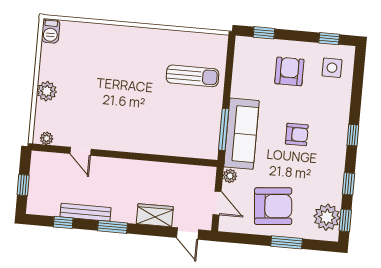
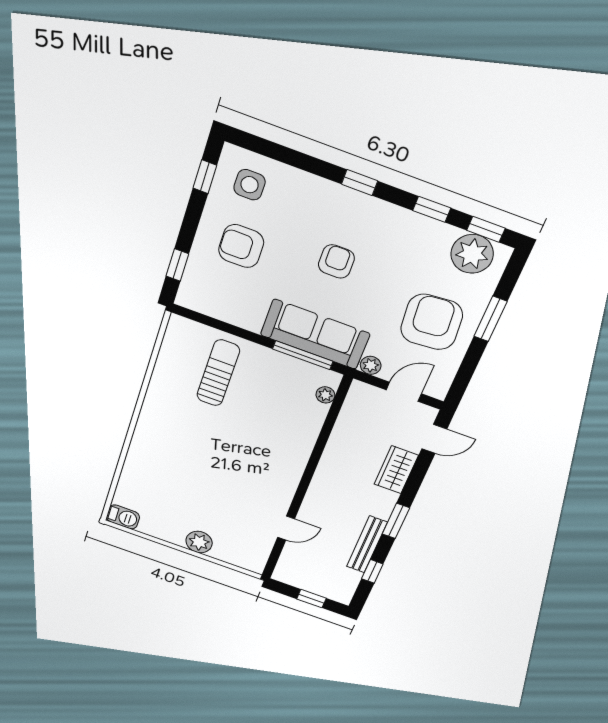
plant: (47, 138) -> (325, 395), moved

